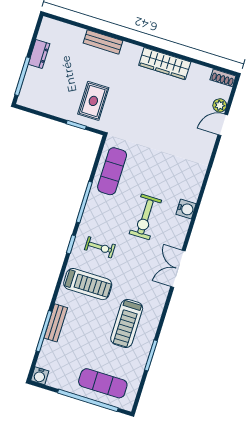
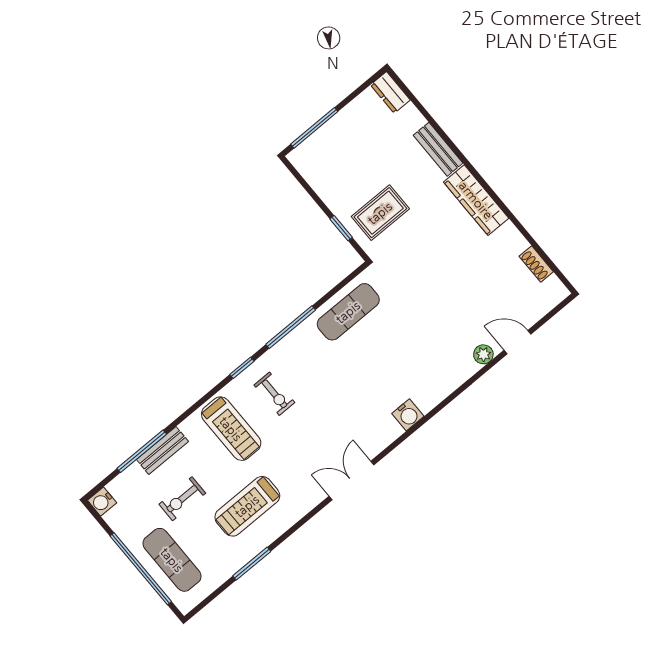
dresser: (39, 54) -> (390, 92), moved, turned 90
wardrobe: (165, 64) -> (476, 200), moved
shoe rack: (223, 78) -> (536, 264), moved
plant: (220, 105) -> (483, 354), moved
exercise bike: (145, 217) -> (182, 499), moved, width x0.73, depth x0.72

